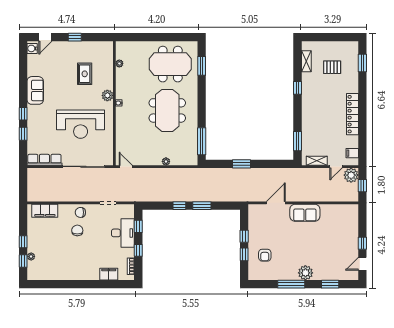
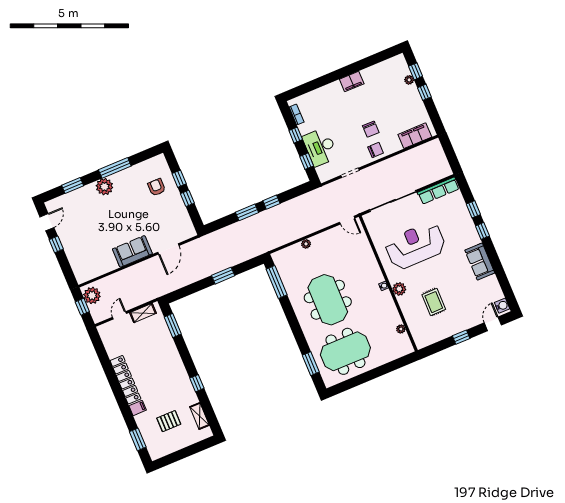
filing cabinet: (352, 153) -> (138, 408), moved
plant: (351, 175) -> (92, 295), moved
filing cabinet: (109, 274) -> (352, 82), moved

